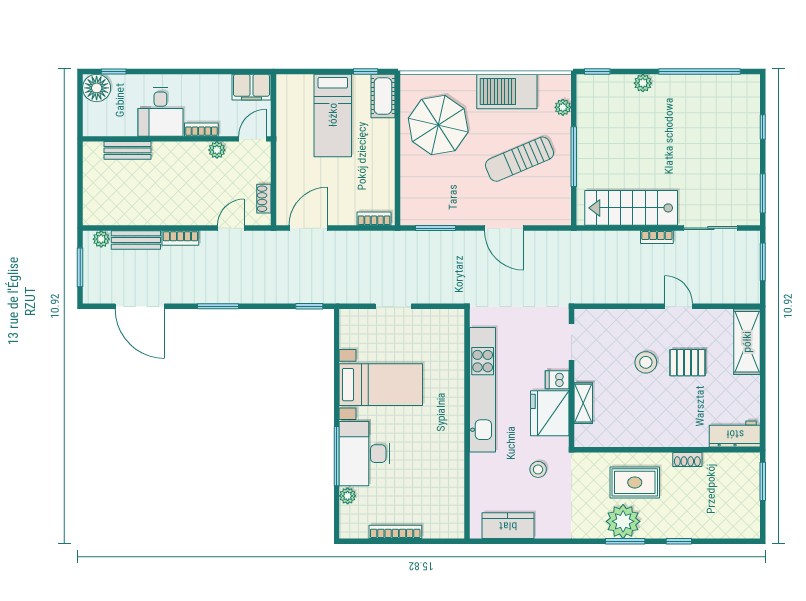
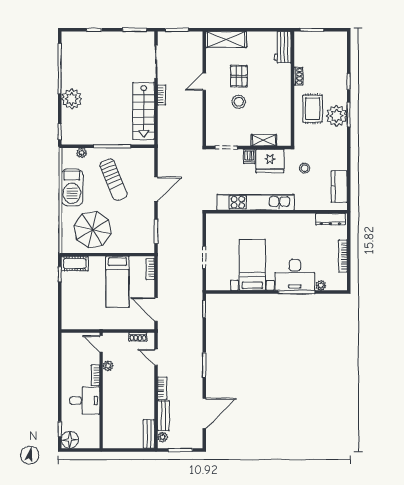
plant: (643, 83) -> (72, 99), width x1.88, depth x1.88
filing cabinet: (251, 87) -> (69, 344), removed
bed: (333, 115) -> (117, 282), moved, turned 90
bench: (128, 150) -> (149, 434), moved
dresser: (455, 511) -> (330, 219), added

